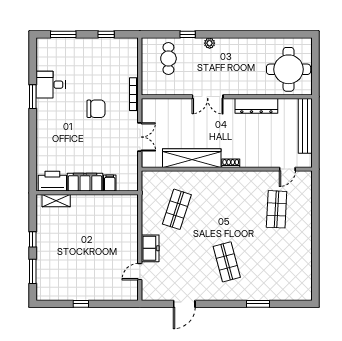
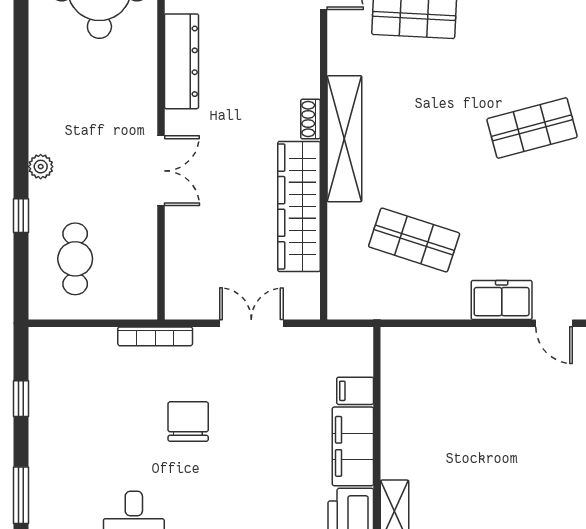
cafe table: (168, 59) -> (75, 259), turned 90
shelving: (222, 178) -> (344, 139), added

